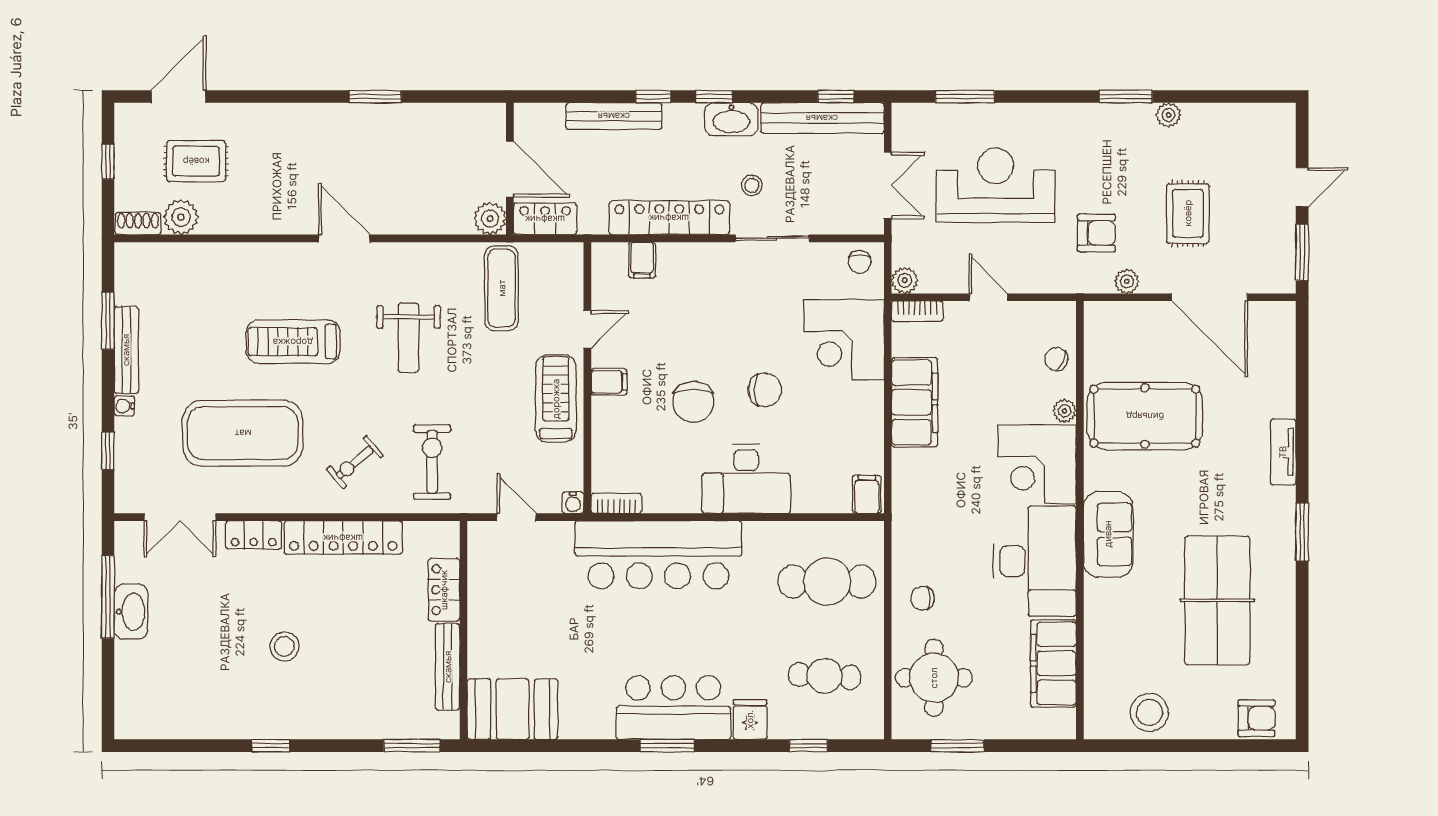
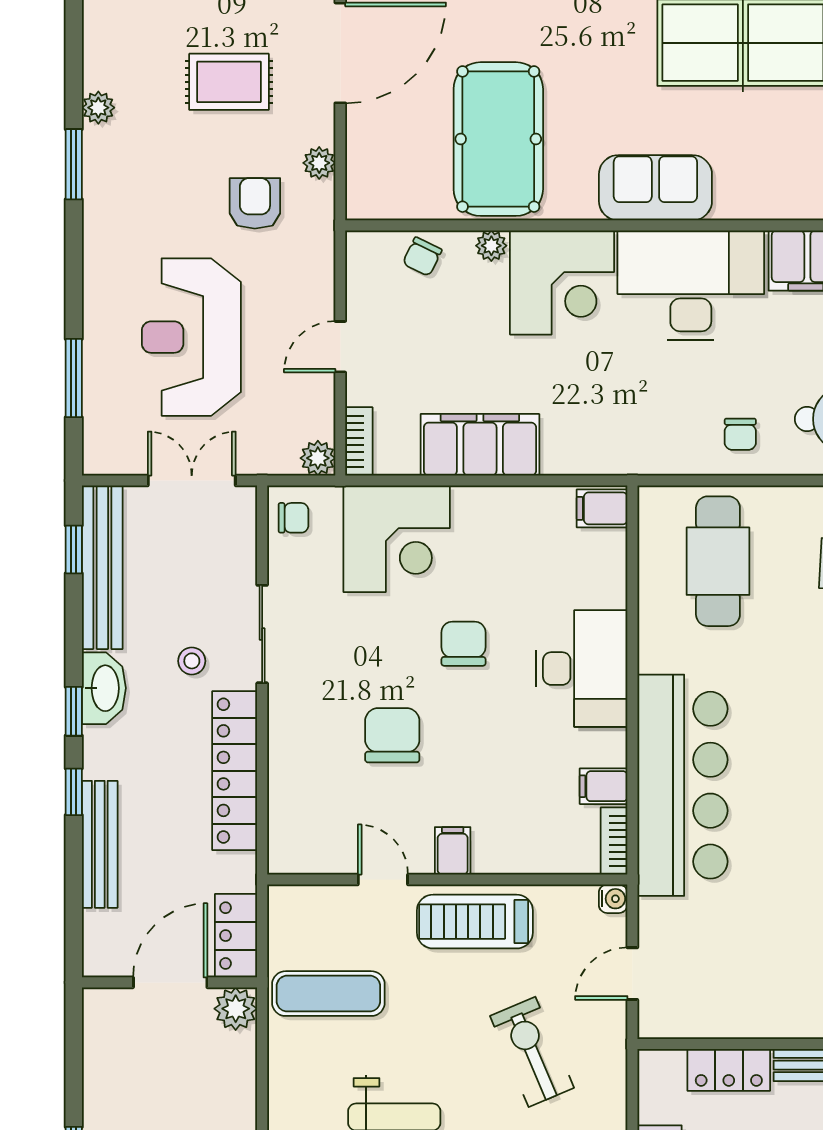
filing cabinet: (642, 260) -> (604, 786), moved, turned 180
chair: (693, 402) -> (392, 735), moved, turned -90
exercise bike: (432, 462) -> (532, 1052), moved, turned 67

